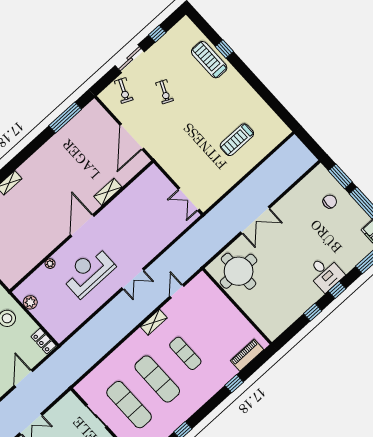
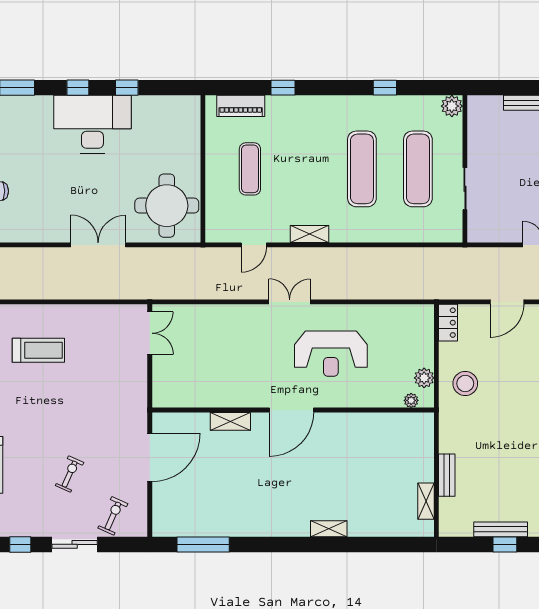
plant: (50, 264) -> (411, 400), moved
desk: (325, 273) -> (92, 124), width x1.87, depth x1.30
exercise mat: (185, 353) -> (250, 169), moved

